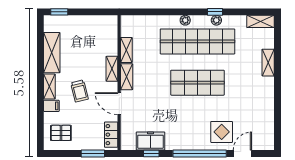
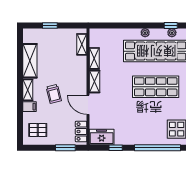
window: (59, 12) -> (50, 26), moved
shelving: (112, 69) -> (82, 44), moved
freezer: (150, 141) -> (102, 137), moved

